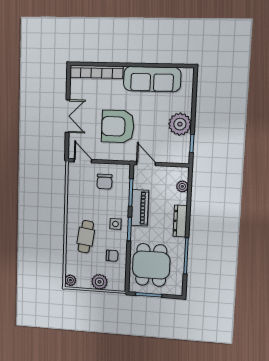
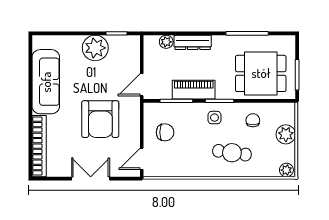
dresser: (180, 221) -> (193, 42), moved

